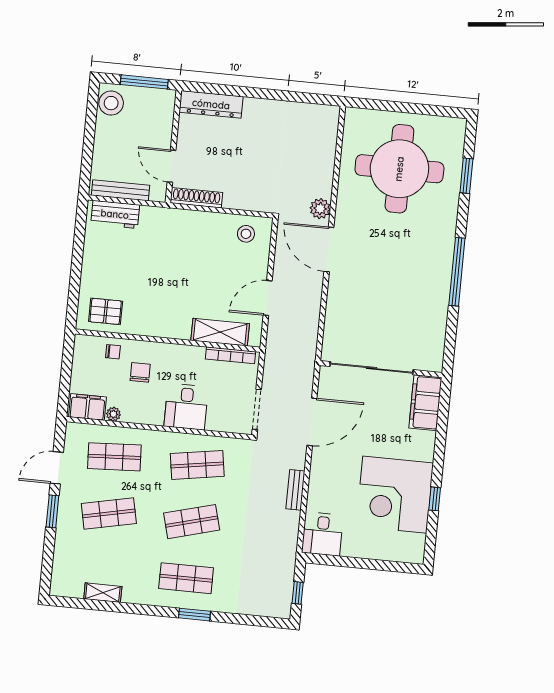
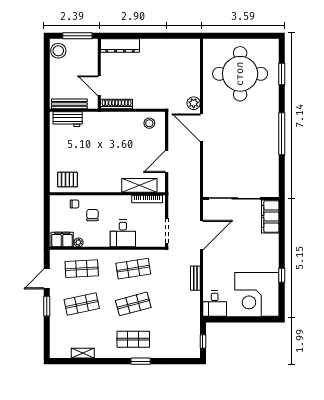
corner desk: (395, 495) -> (257, 294), moved

